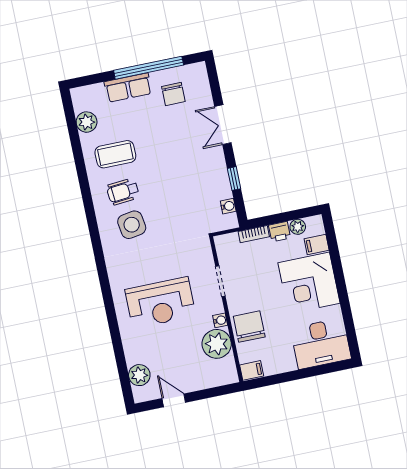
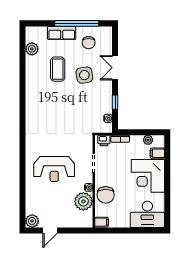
coffee table: (115, 154) -> (58, 69), moved, turned 90
wheelchair: (123, 192) -> (45, 96), removed
side table: (132, 225) -> (84, 75), moved
printer: (280, 232) -> (104, 141), moved
chair: (249, 327) -> (106, 195), turned 180
plant: (139, 375) -> (32, 221), moved
door: (174, 400) -> (50, 231), swing flipped

